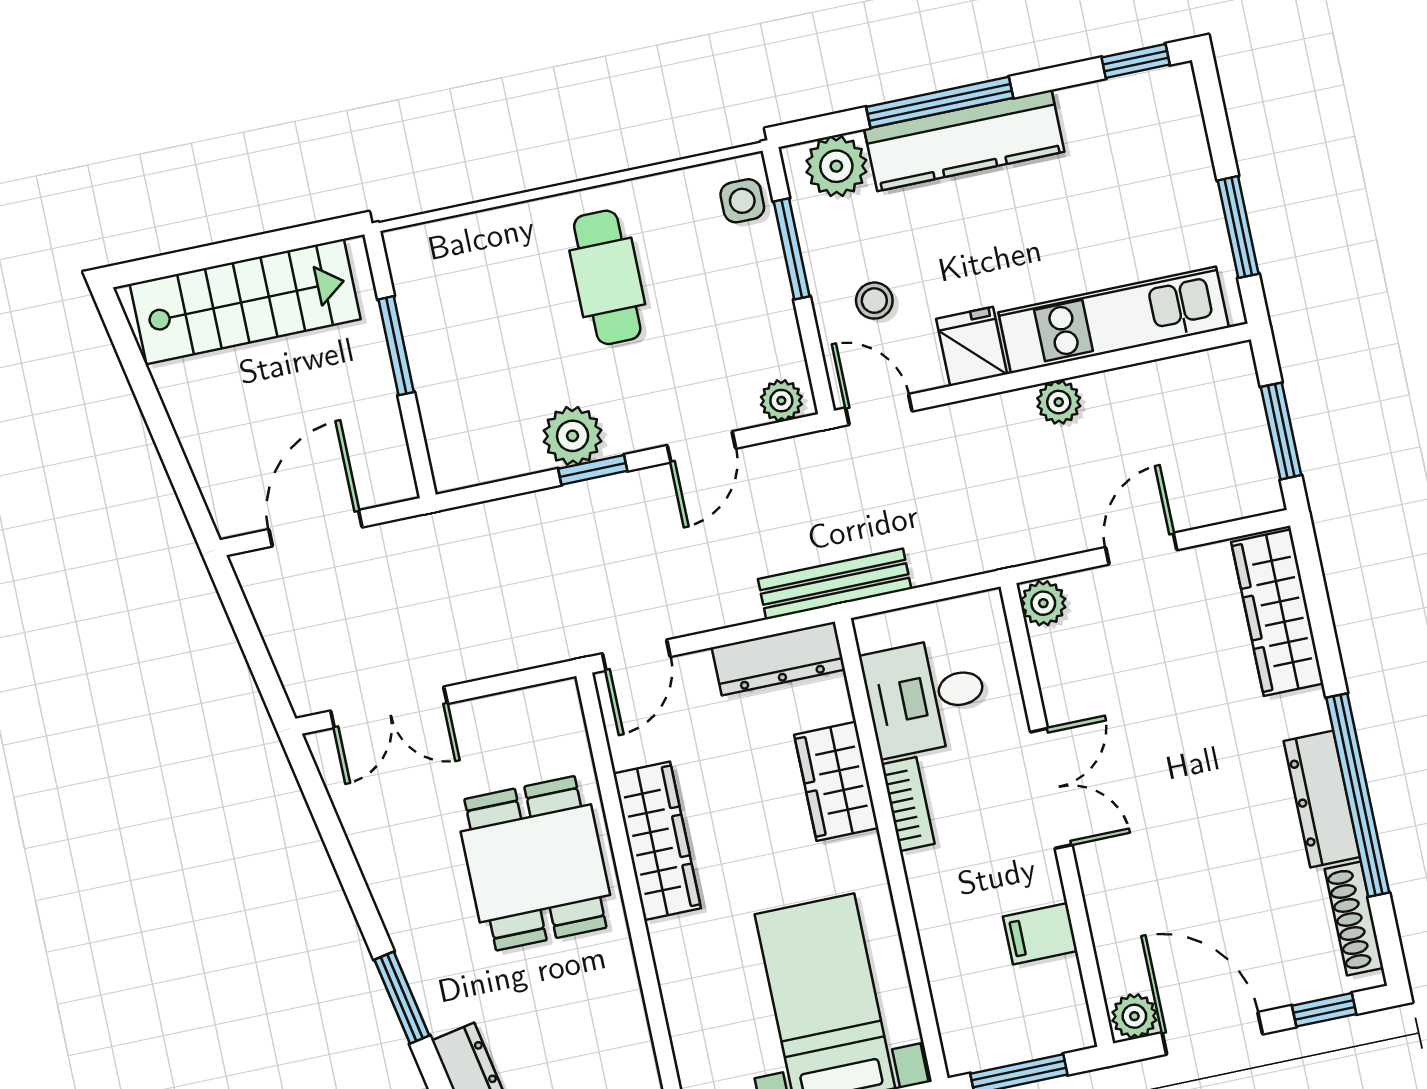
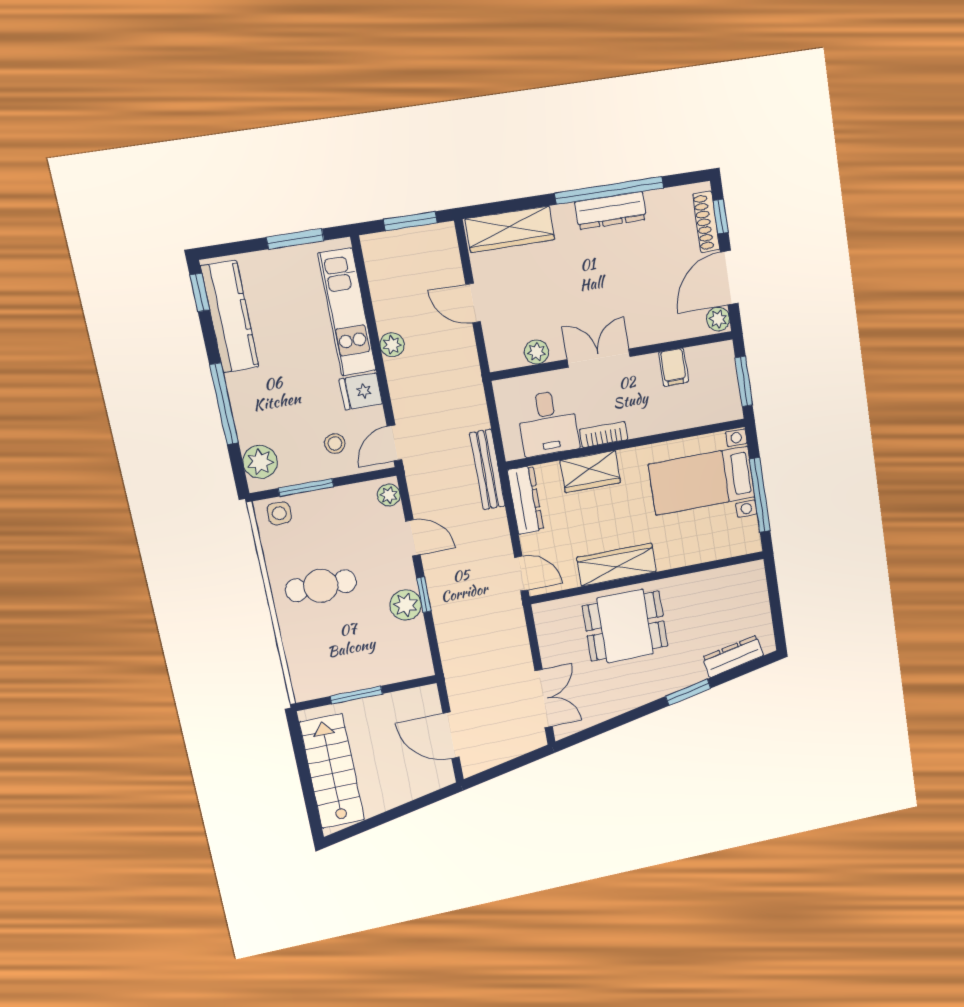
kitchen counter: (964, 140) -> (230, 317), moved
plant: (1043, 603) -> (537, 352), moved
shoe rack: (1354, 919) -> (706, 222), moved, turned 90

